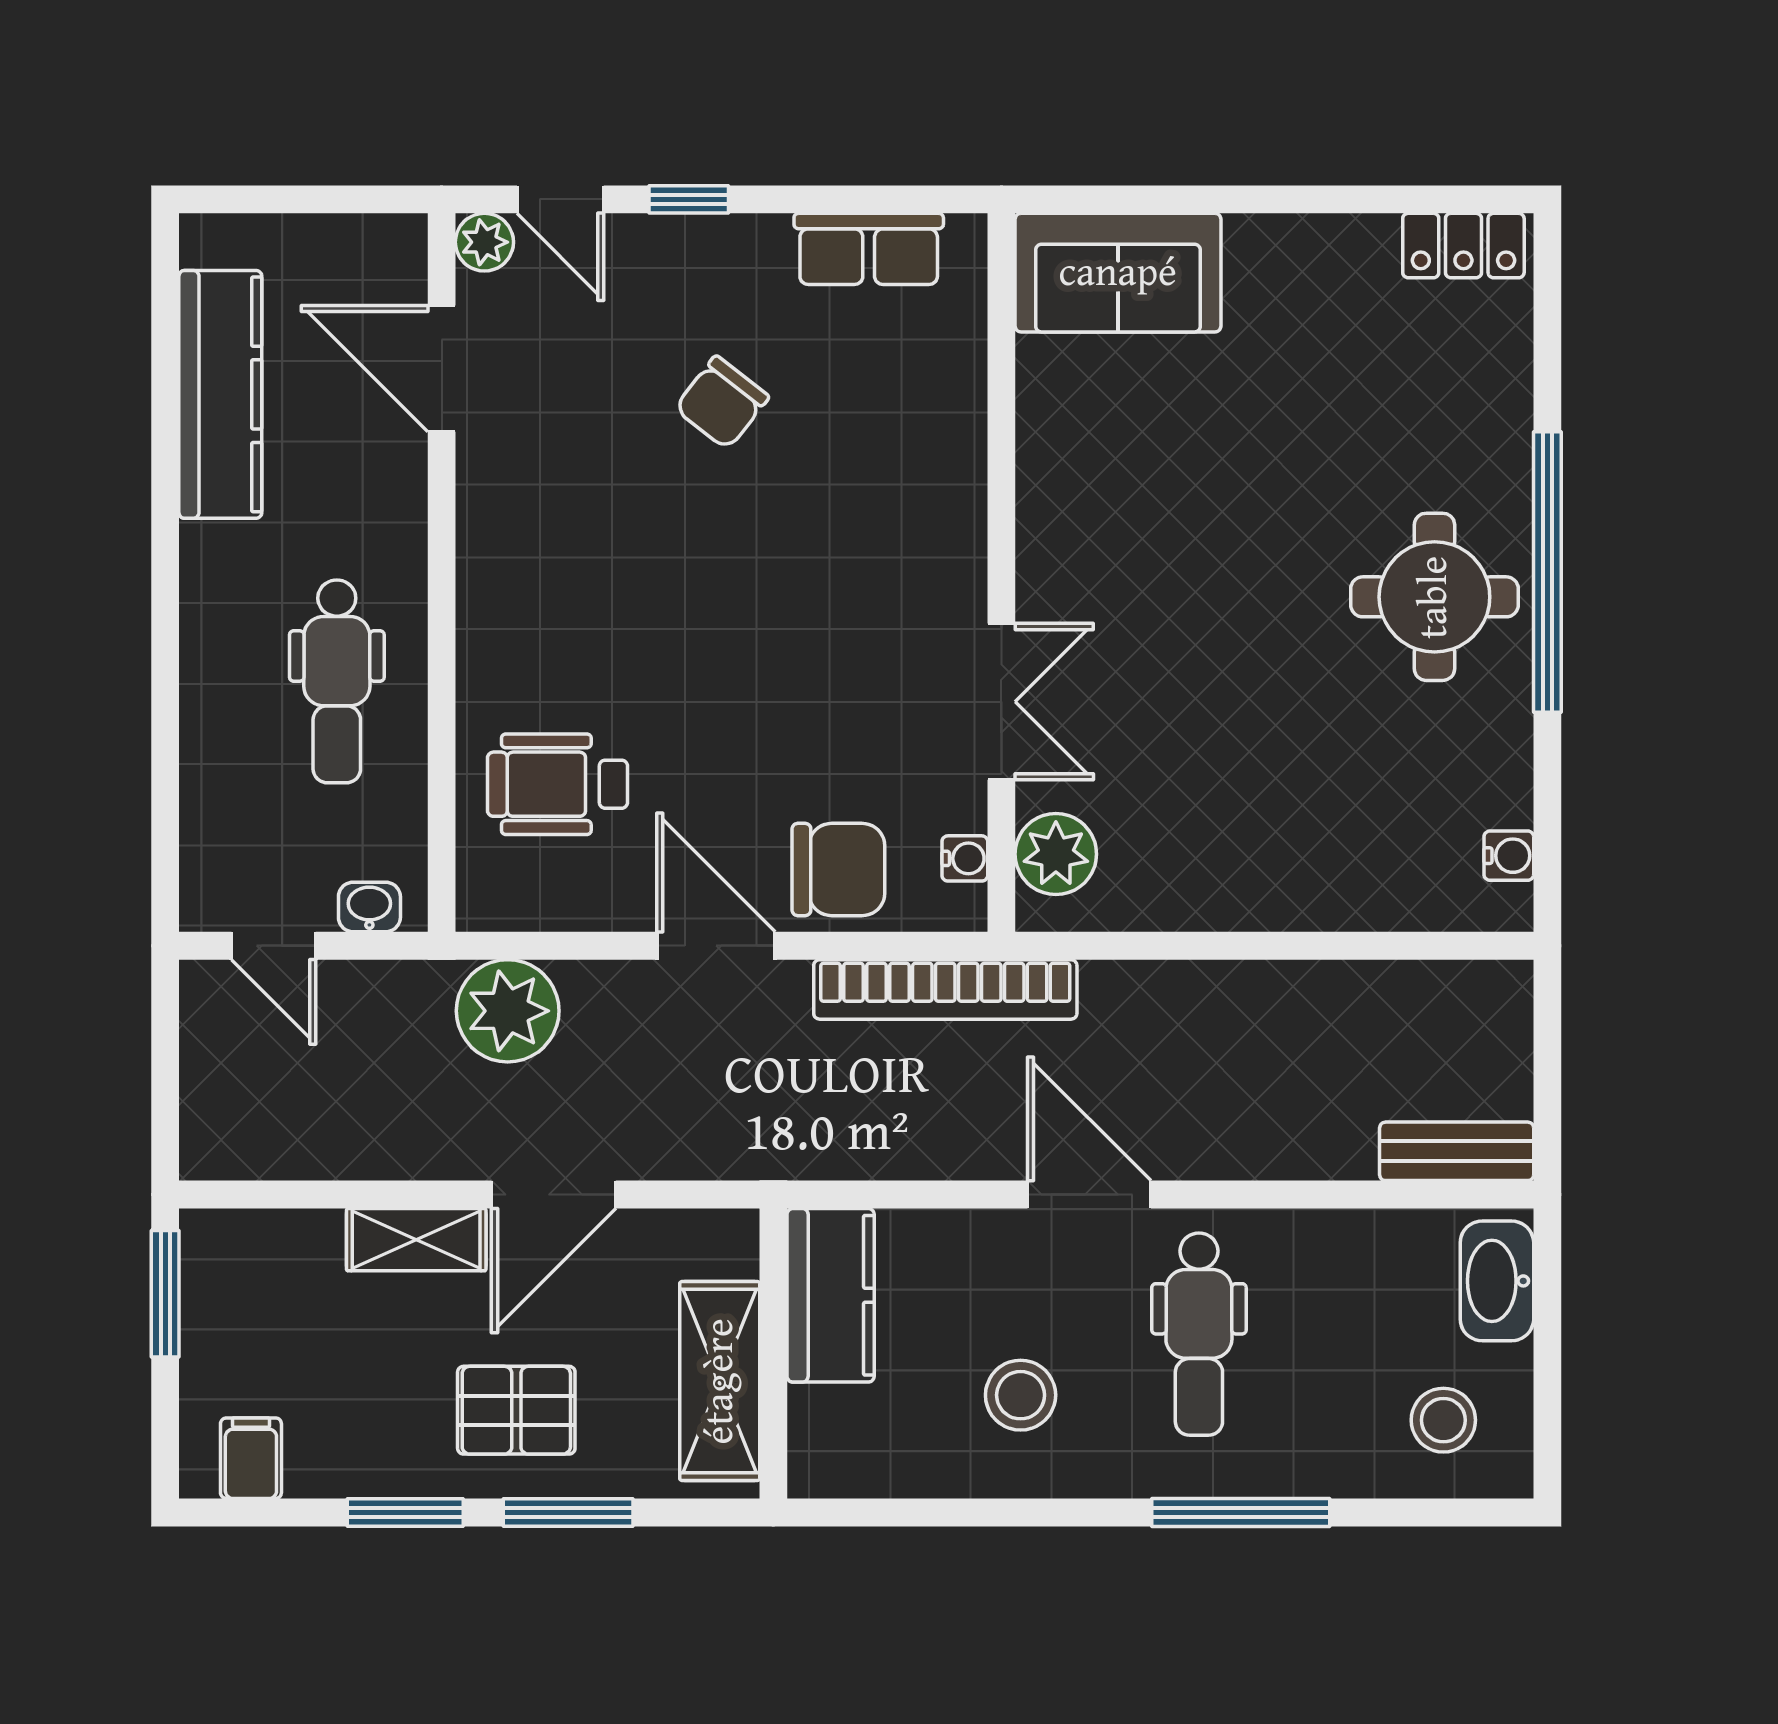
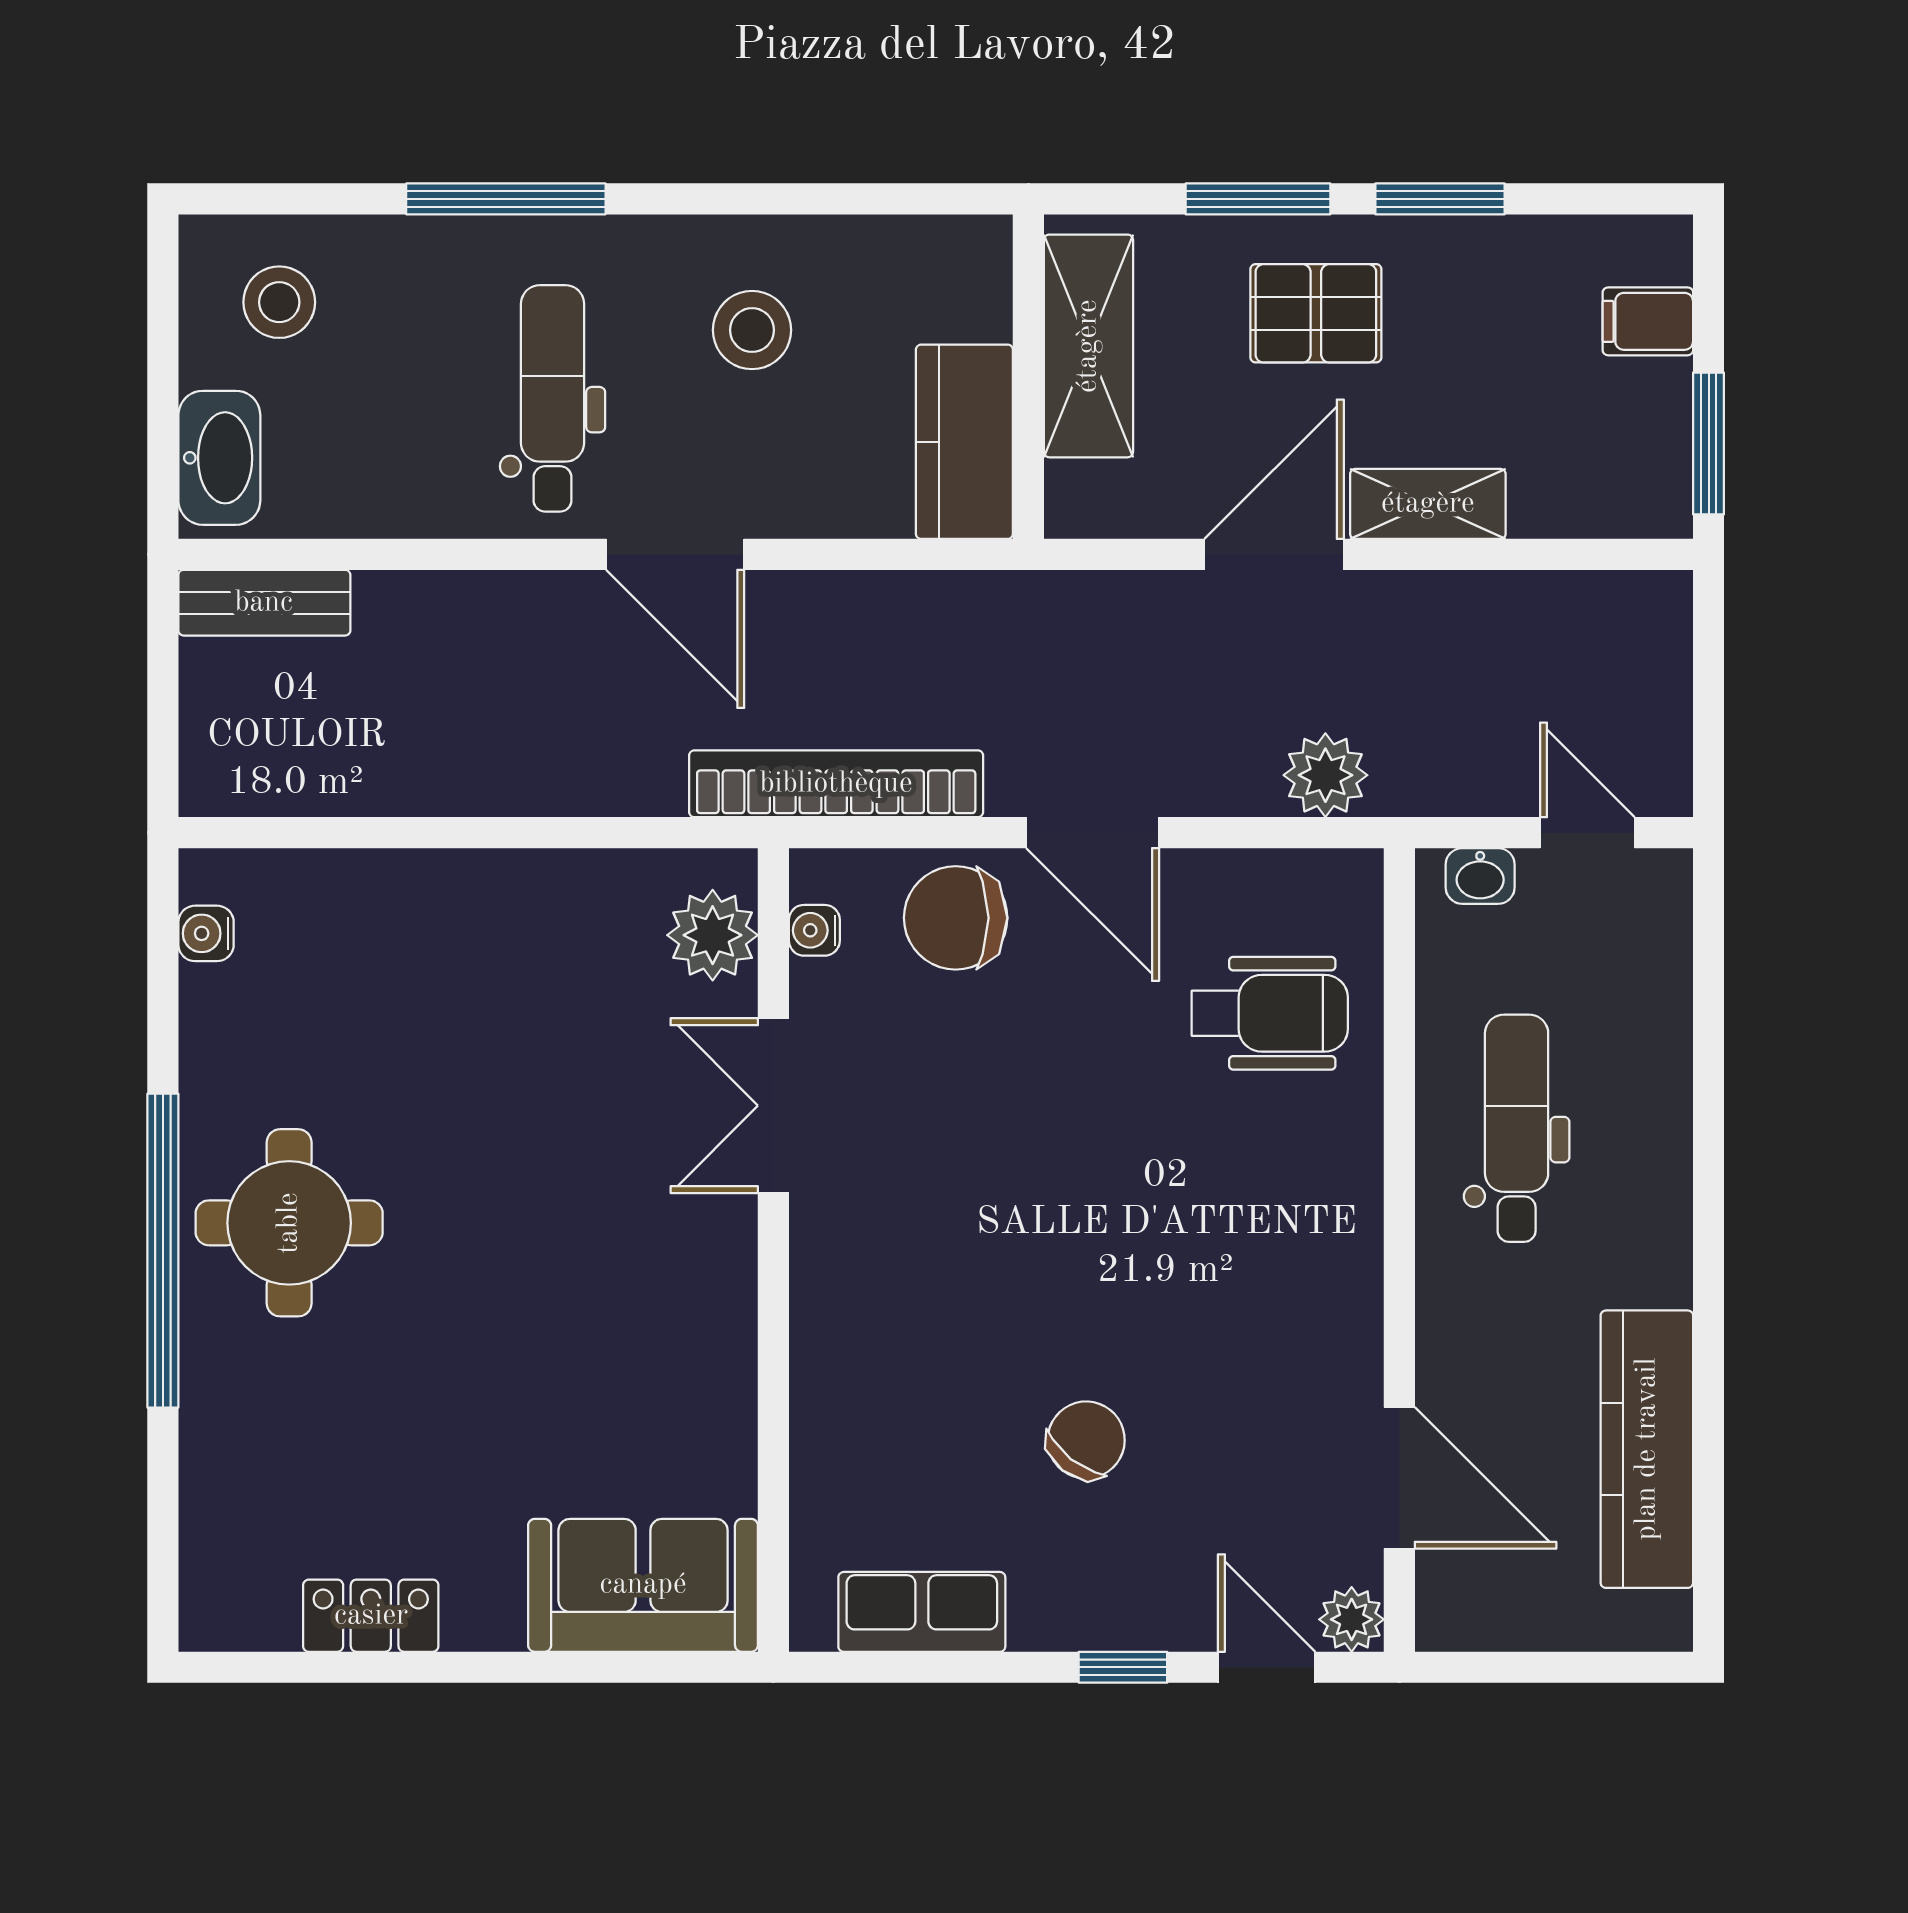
locker: (1463, 246) -> (371, 1616), moved
plant: (508, 1011) -> (1325, 775), width x0.73, depth x0.73
filing cabinet: (251, 1458) -> (1648, 321), moved, turned 90

